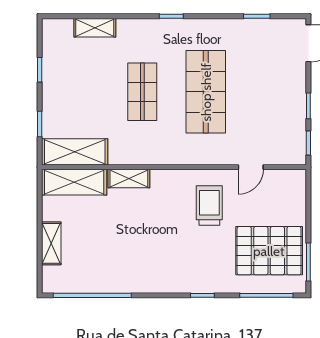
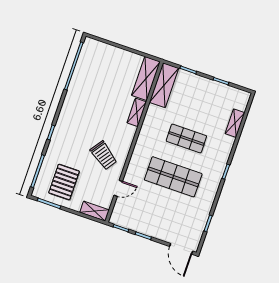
door: (251, 167) -> (118, 188), swing flipped
trolley: (209, 206) -> (104, 155), turned 35
shelving: (51, 243) -> (95, 211), moved
pallet: (269, 251) -> (64, 182), width x0.73, depth x0.71

